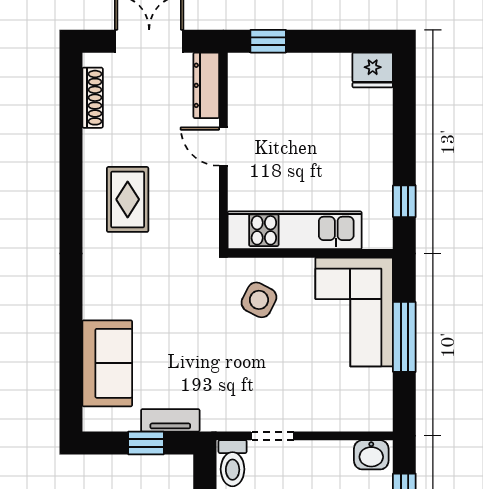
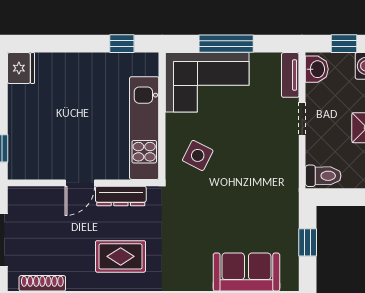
dresser: (206, 85) -> (121, 196), moved
tv unit: (170, 420) -> (290, 75), moved
doorway: (272, 436) -> (302, 119), moved

